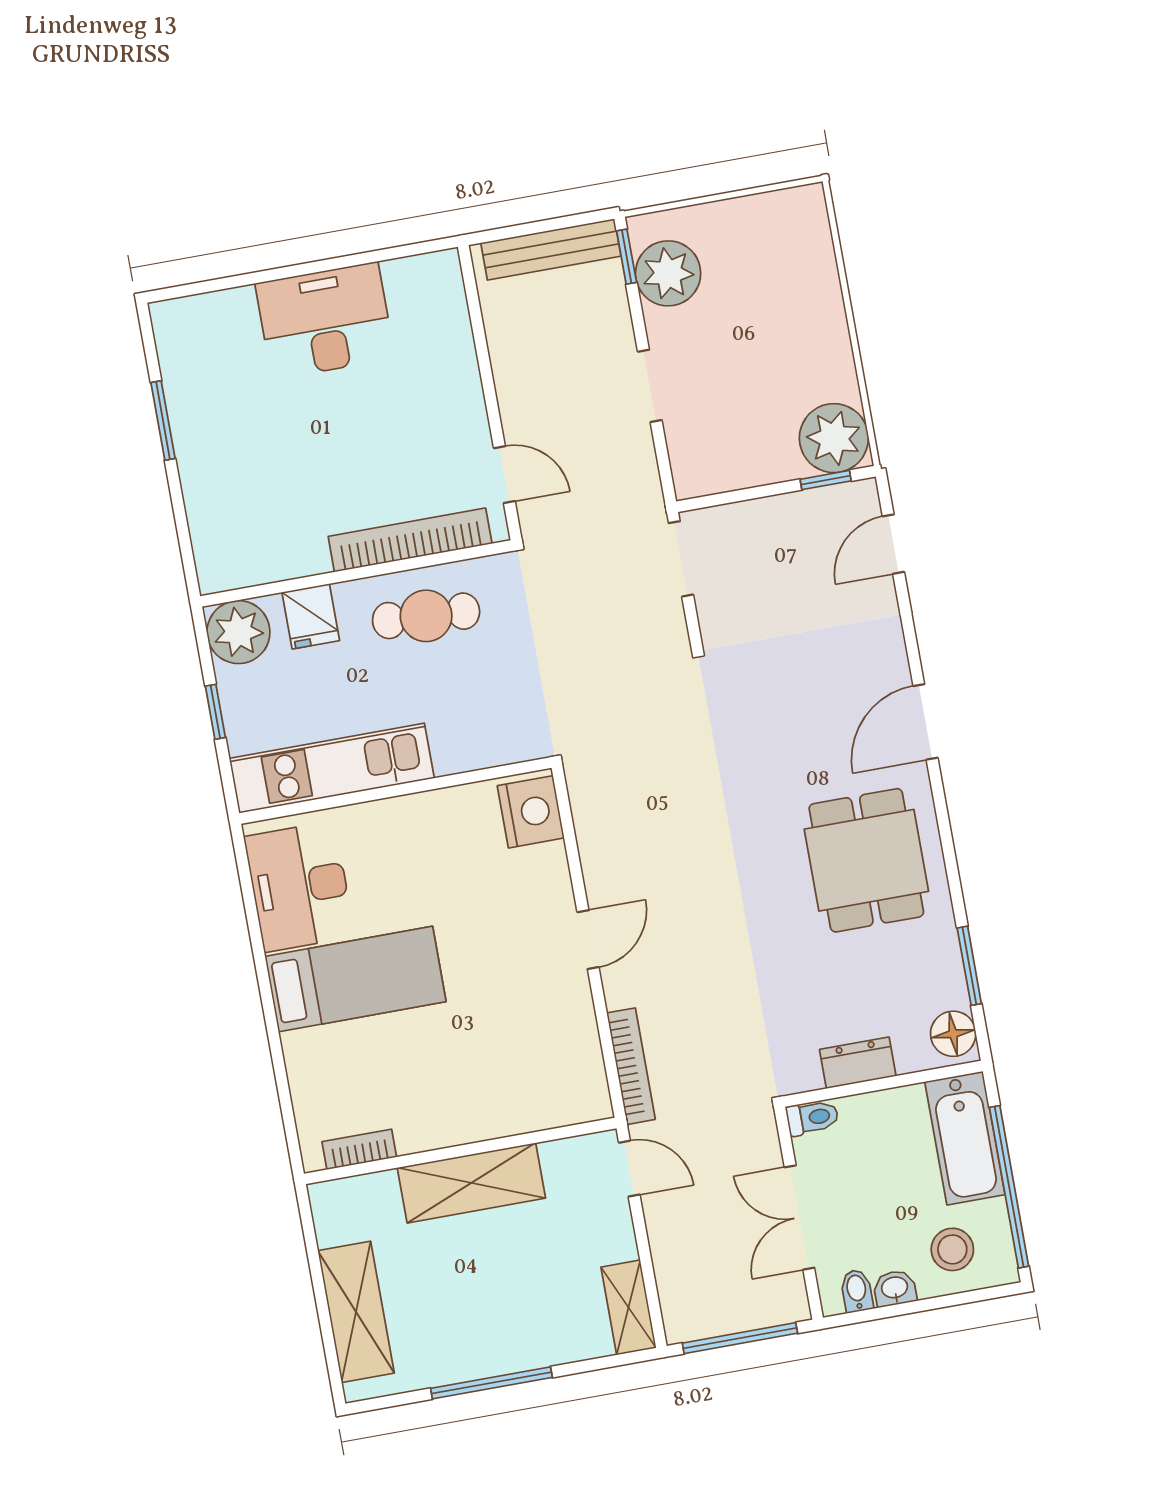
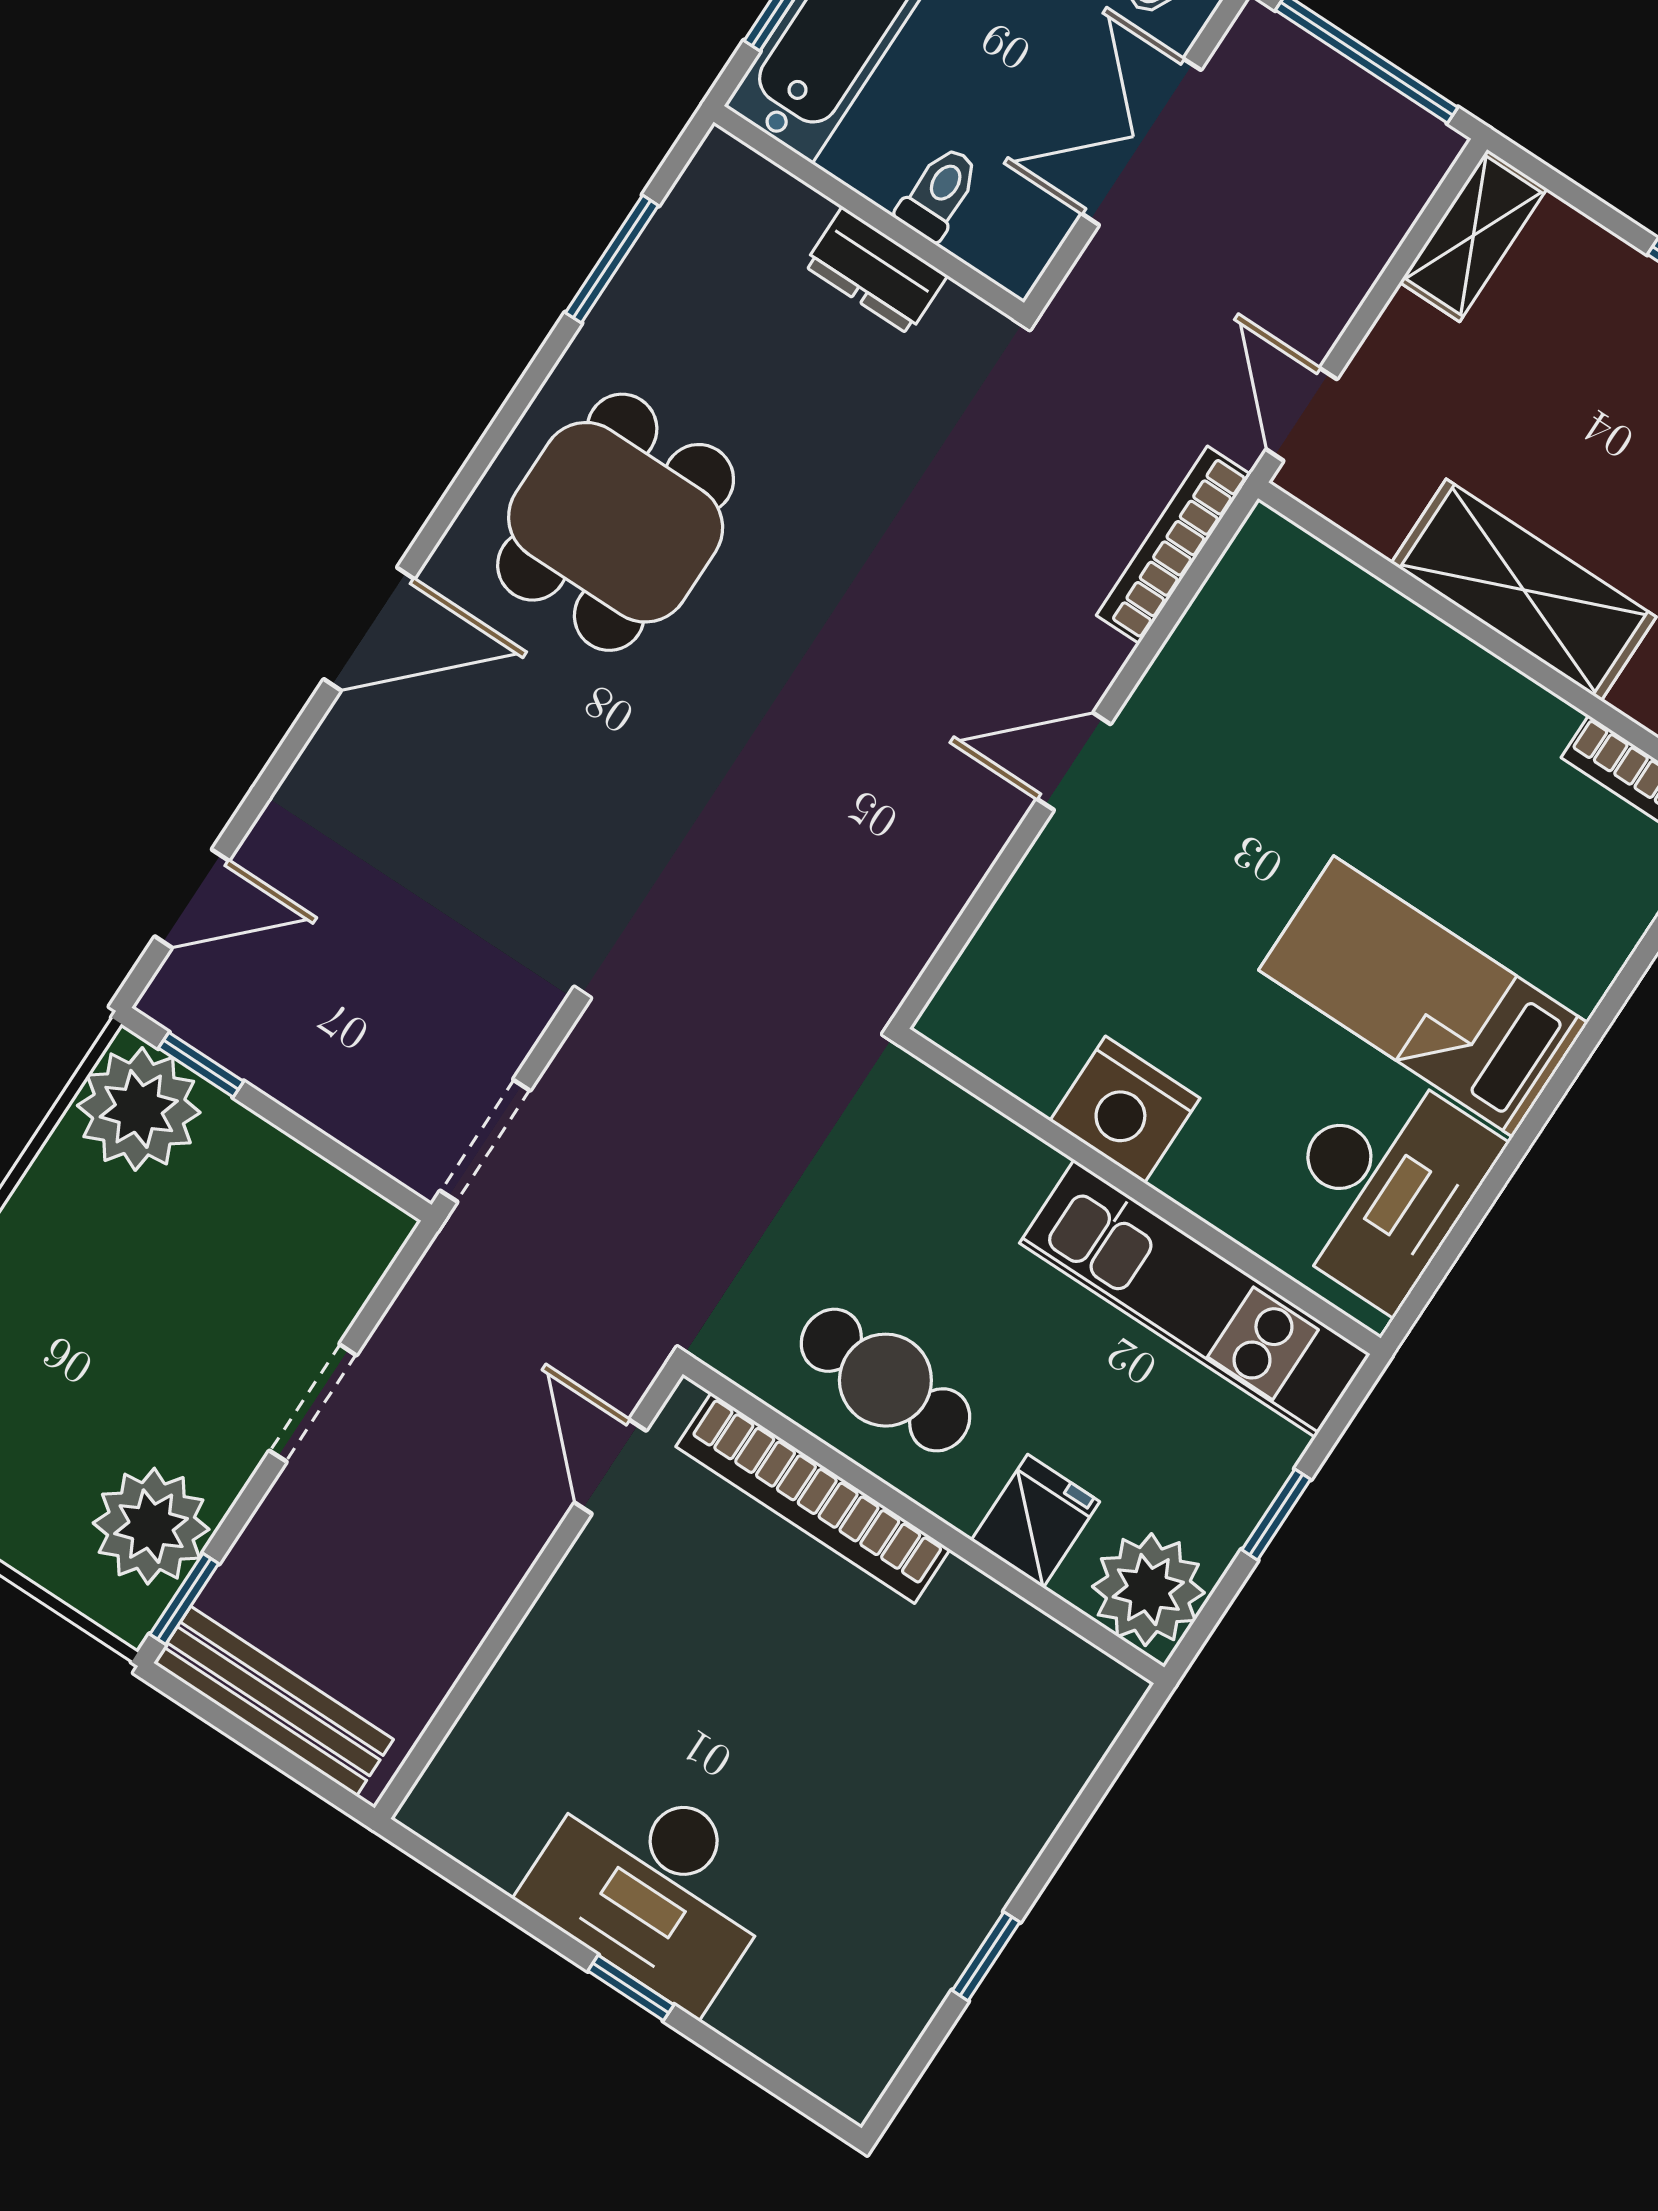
window: (295, 271) -> (631, 1988), added
window: (163, 421) -> (986, 1956), width x0.67
nightstand: (531, 812) -> (1125, 1110), moved, turned -90
floor lamp: (953, 1034) -> (716, 191), removed
toilet: (812, 1118) -> (939, 193), moved, turned 90
double door: (799, 1218) -> (1141, 142), swing flipped

